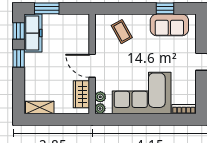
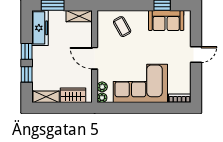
shelving: (75, 20) -> (79, 16), added
window: (19, 31) -> (27, 74), moved
wardrobe: (81, 94) -> (73, 95), moved, turned 90

